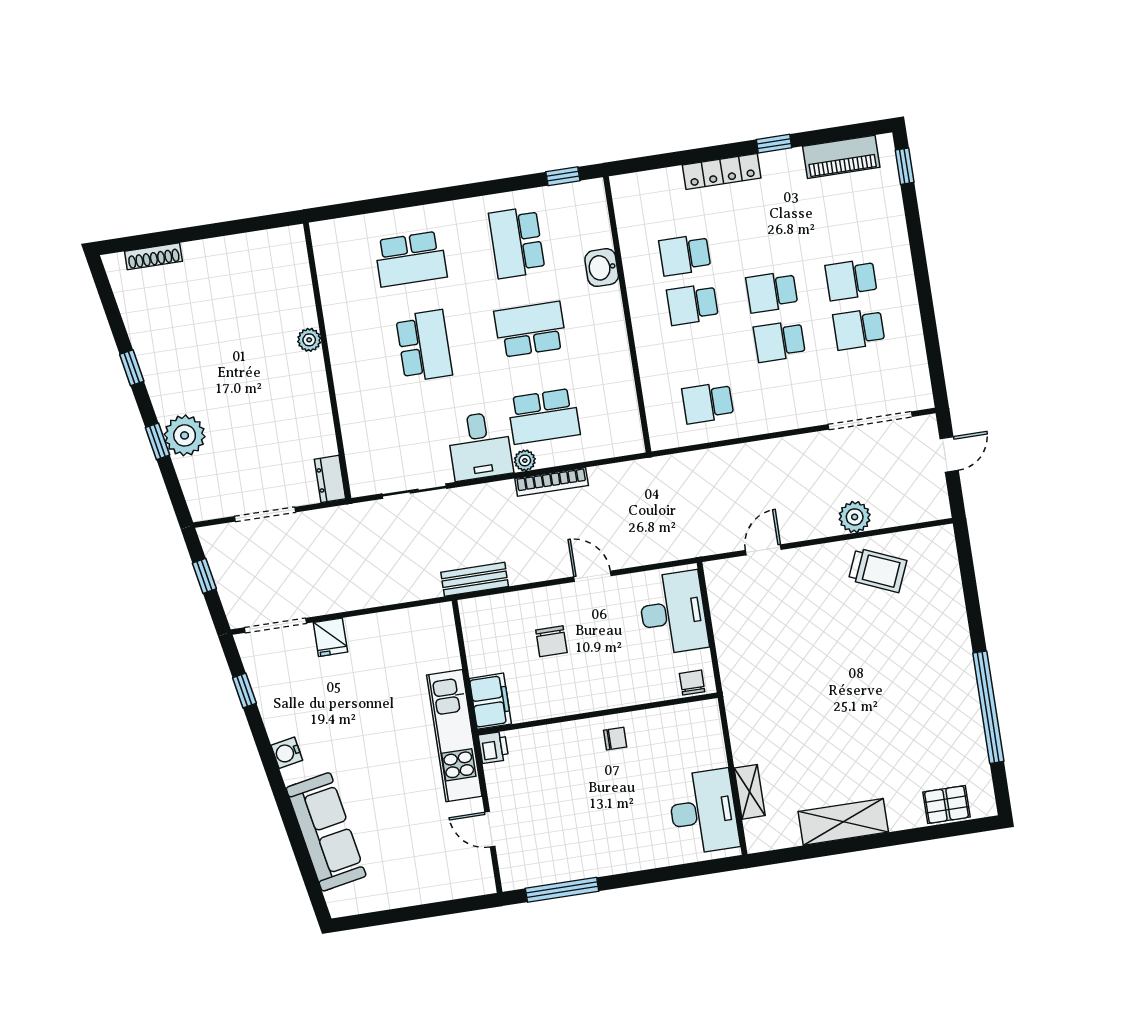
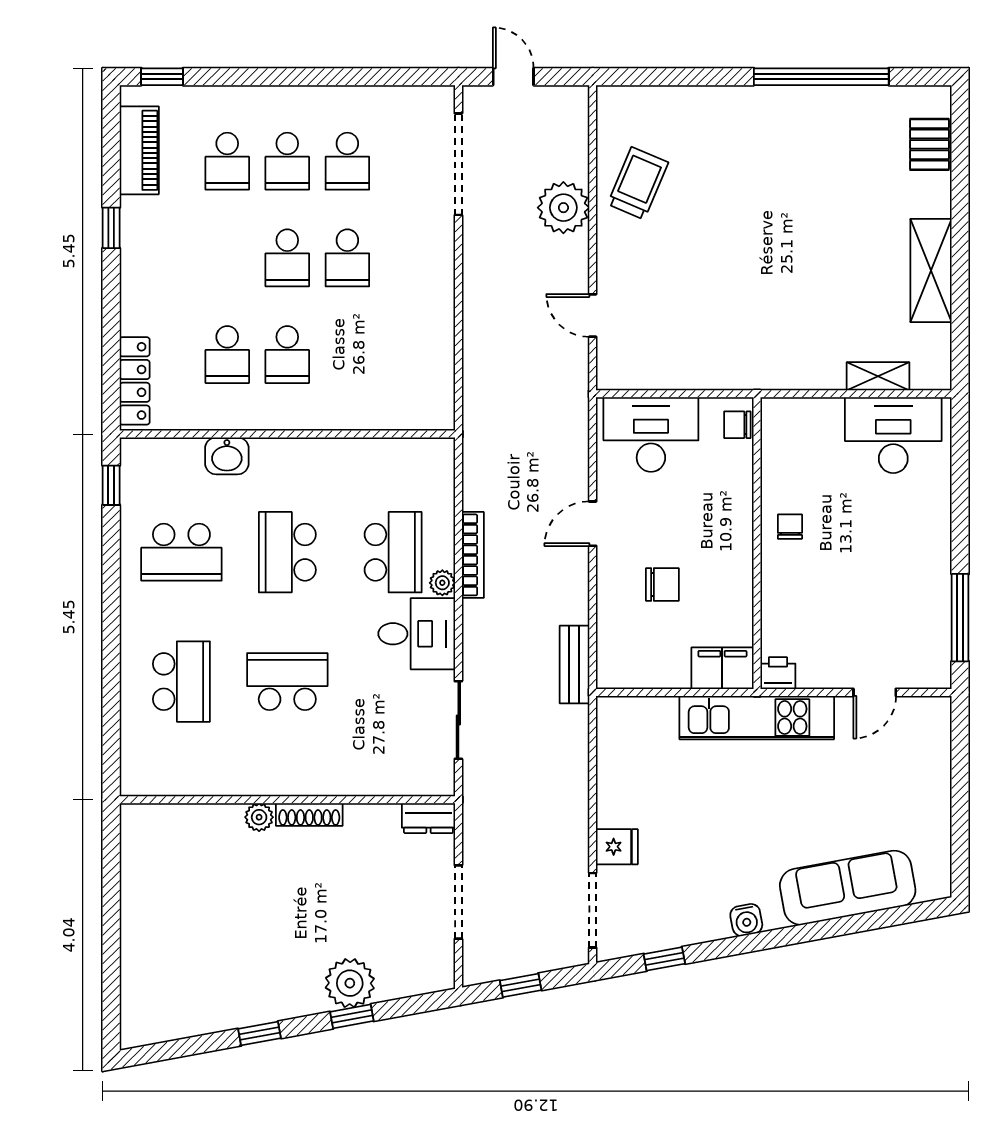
locker: (722, 171) -> (135, 381), moved
shoe rack: (153, 256) -> (309, 814), moved, turned 90
school desk: (708, 403) -> (227, 161), moved
plant: (855, 517) -> (563, 208), width x1.36, depth x1.36

